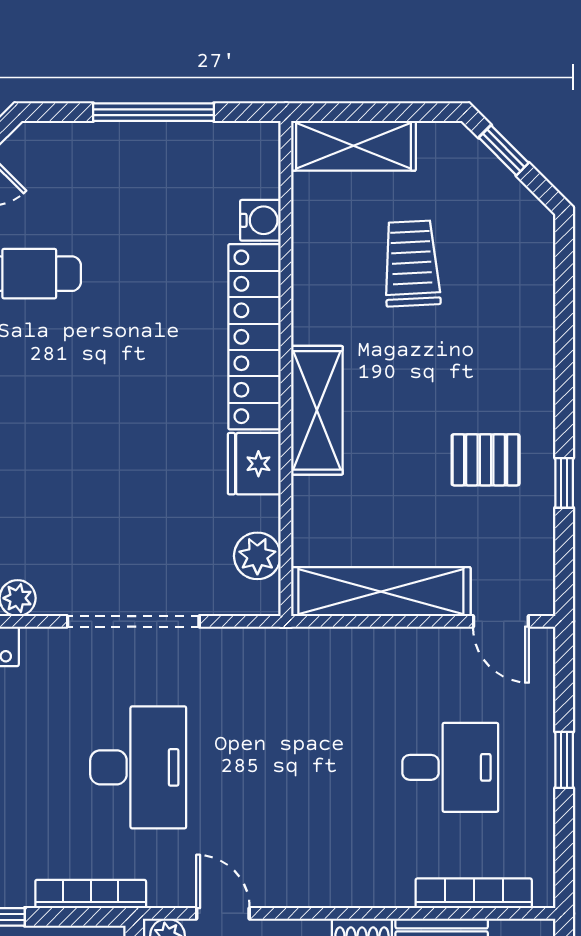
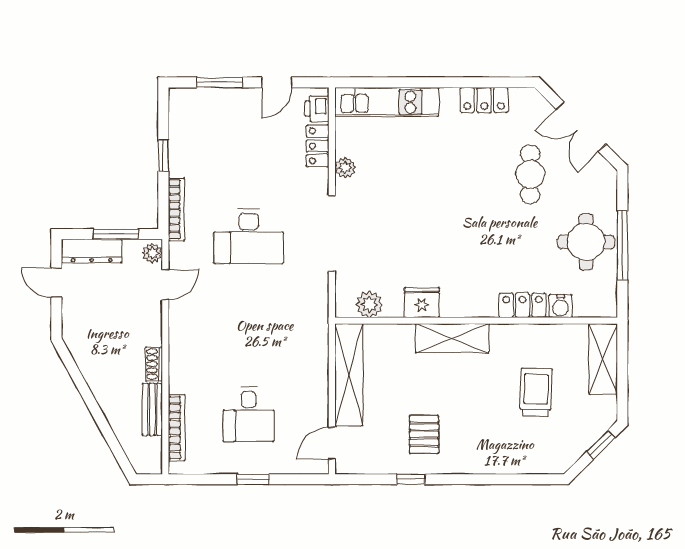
round table: (148, 176) -> (586, 242), added
trolley: (412, 263) -> (536, 392), turned -85
locker: (254, 337) -> (523, 305), width x0.46, depth x0.83

